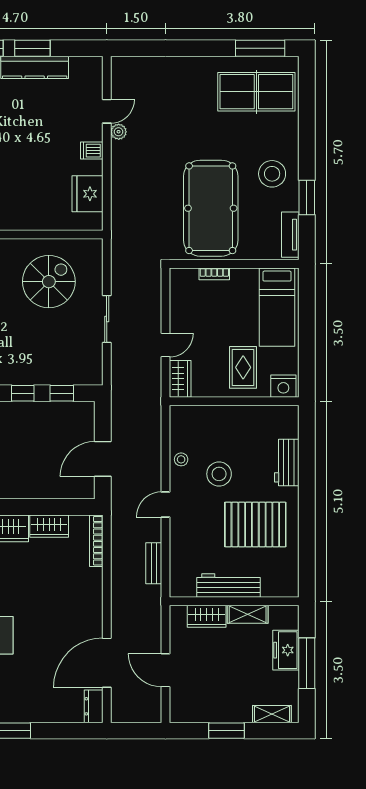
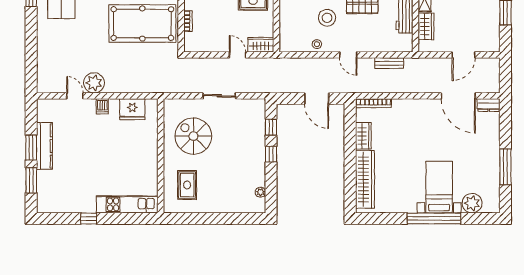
plant: (119, 132) -> (94, 83), width x1.87, depth x1.87

